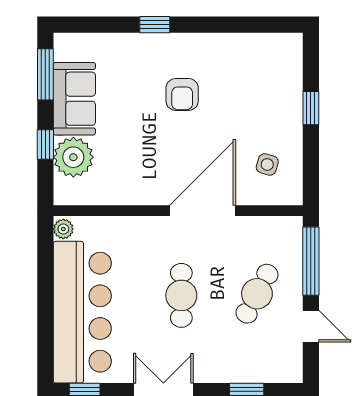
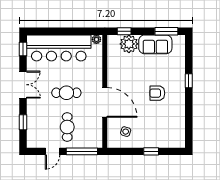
window: (45, 144) -> (124, 31), moved
cafe table: (257, 294) -> (67, 127), turned 62

